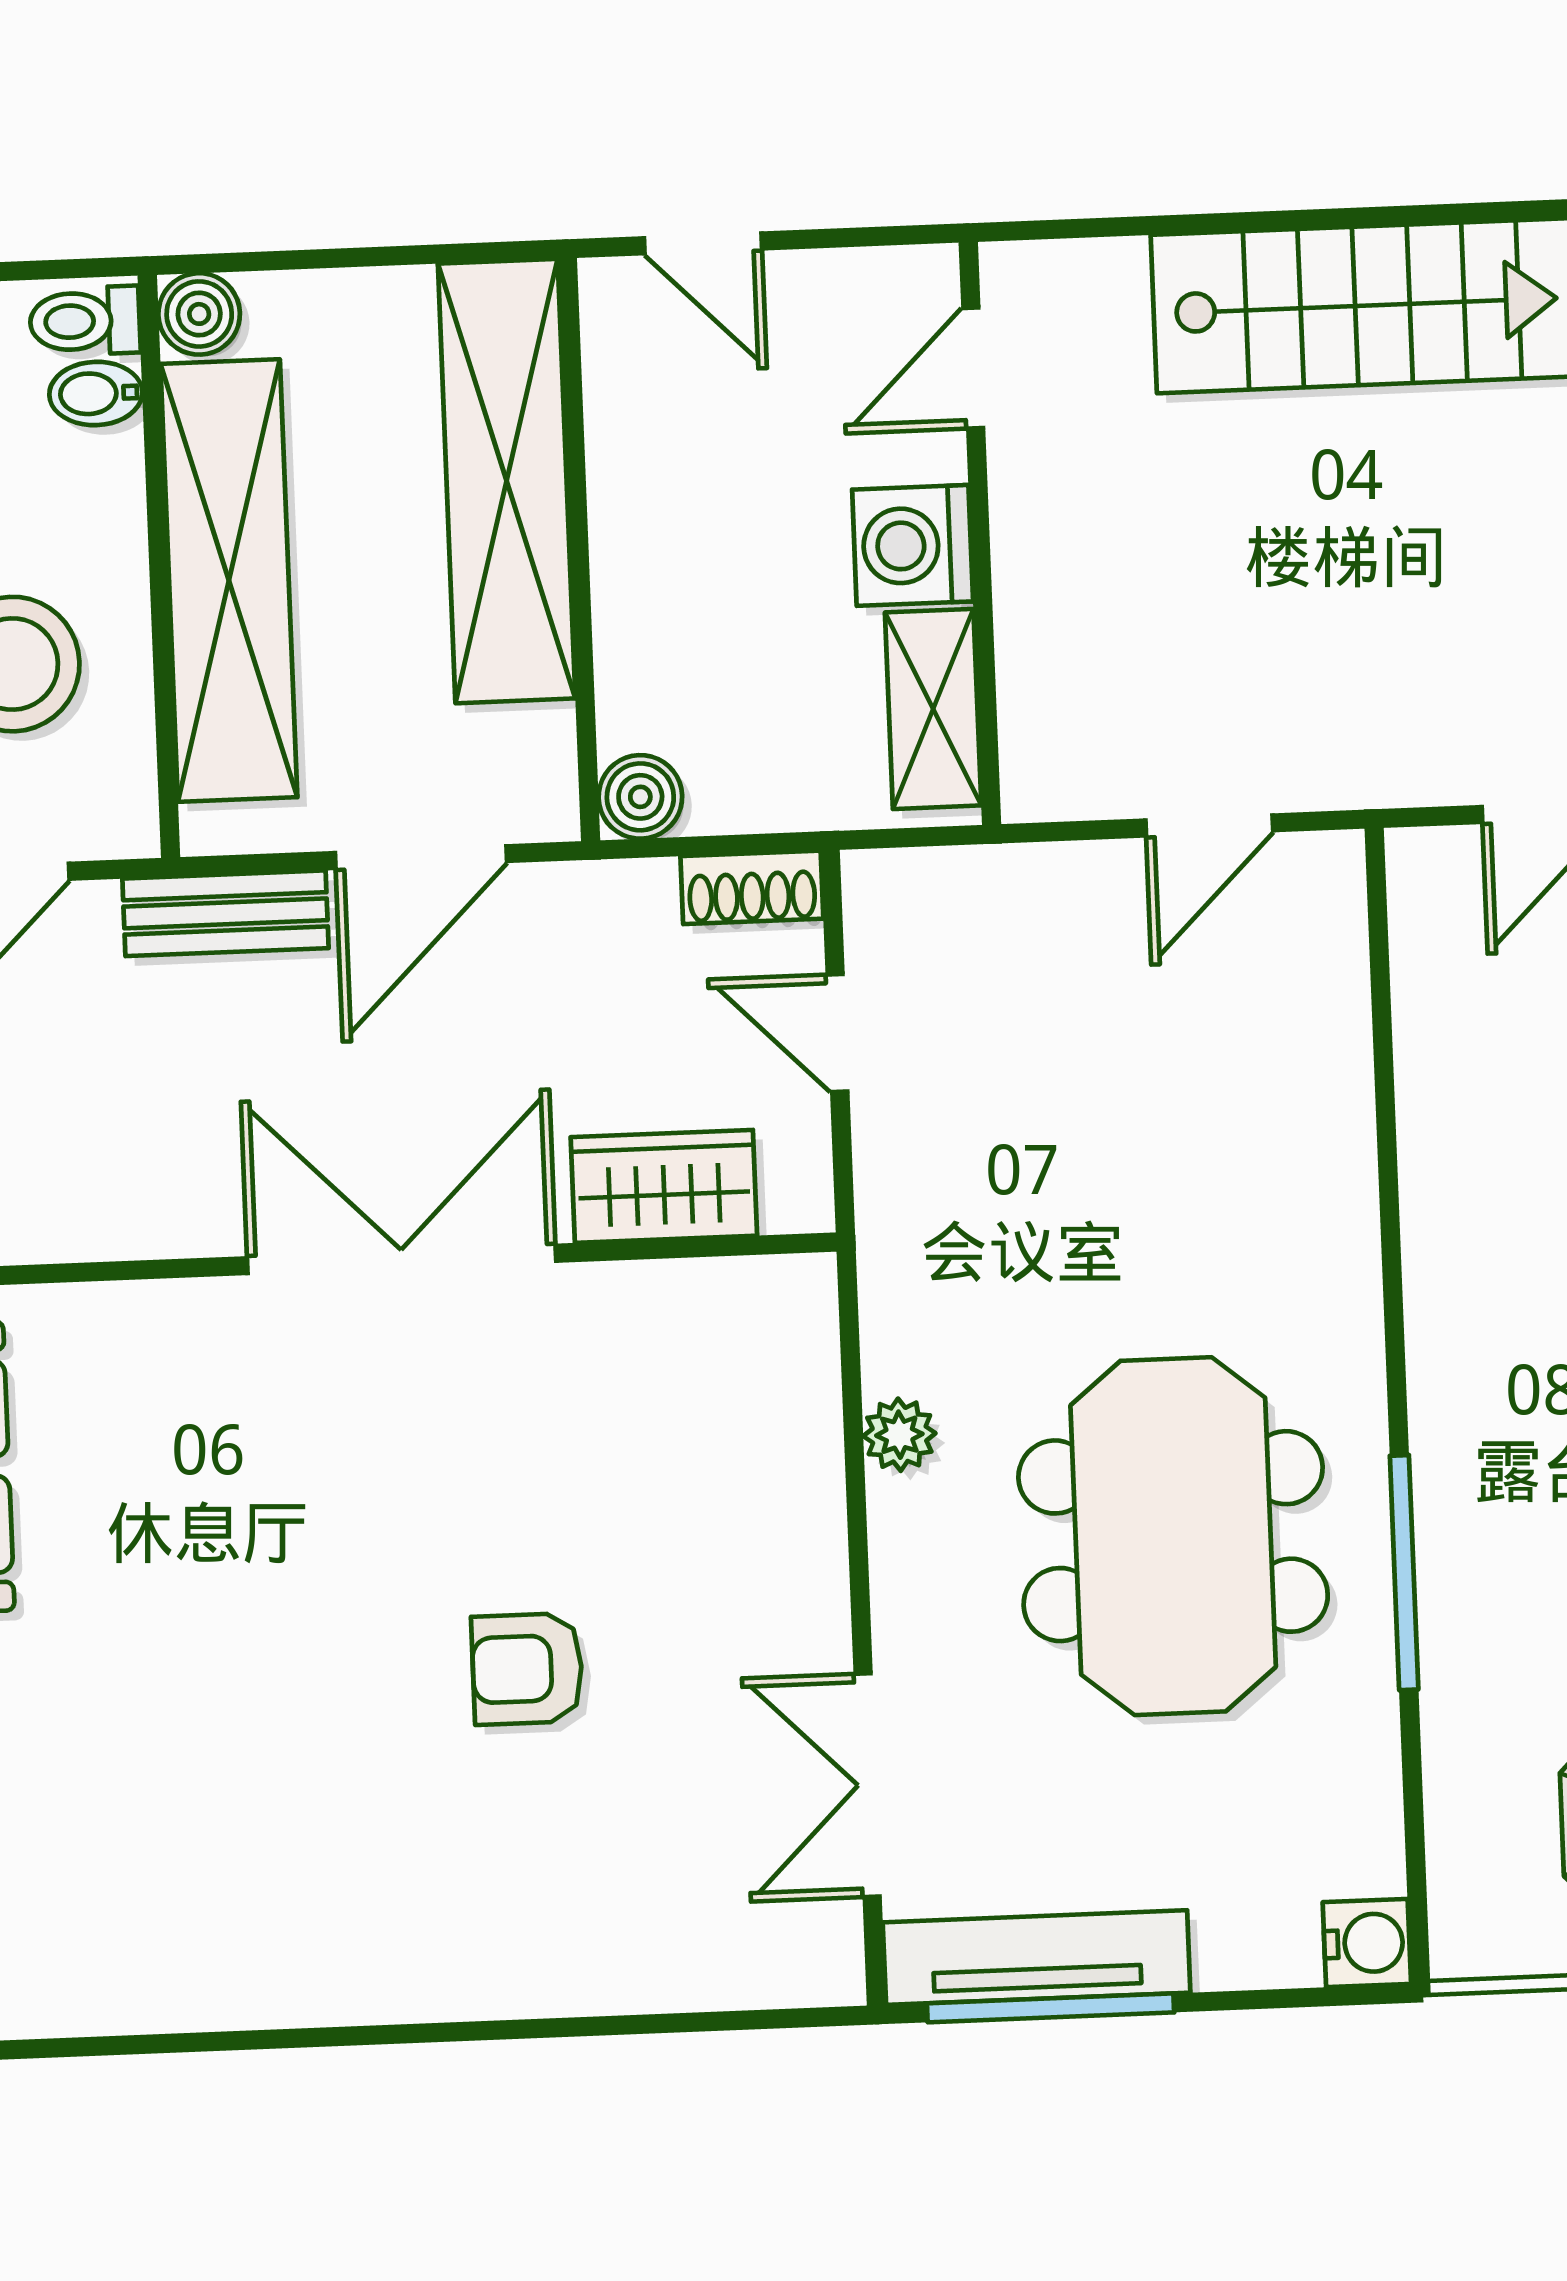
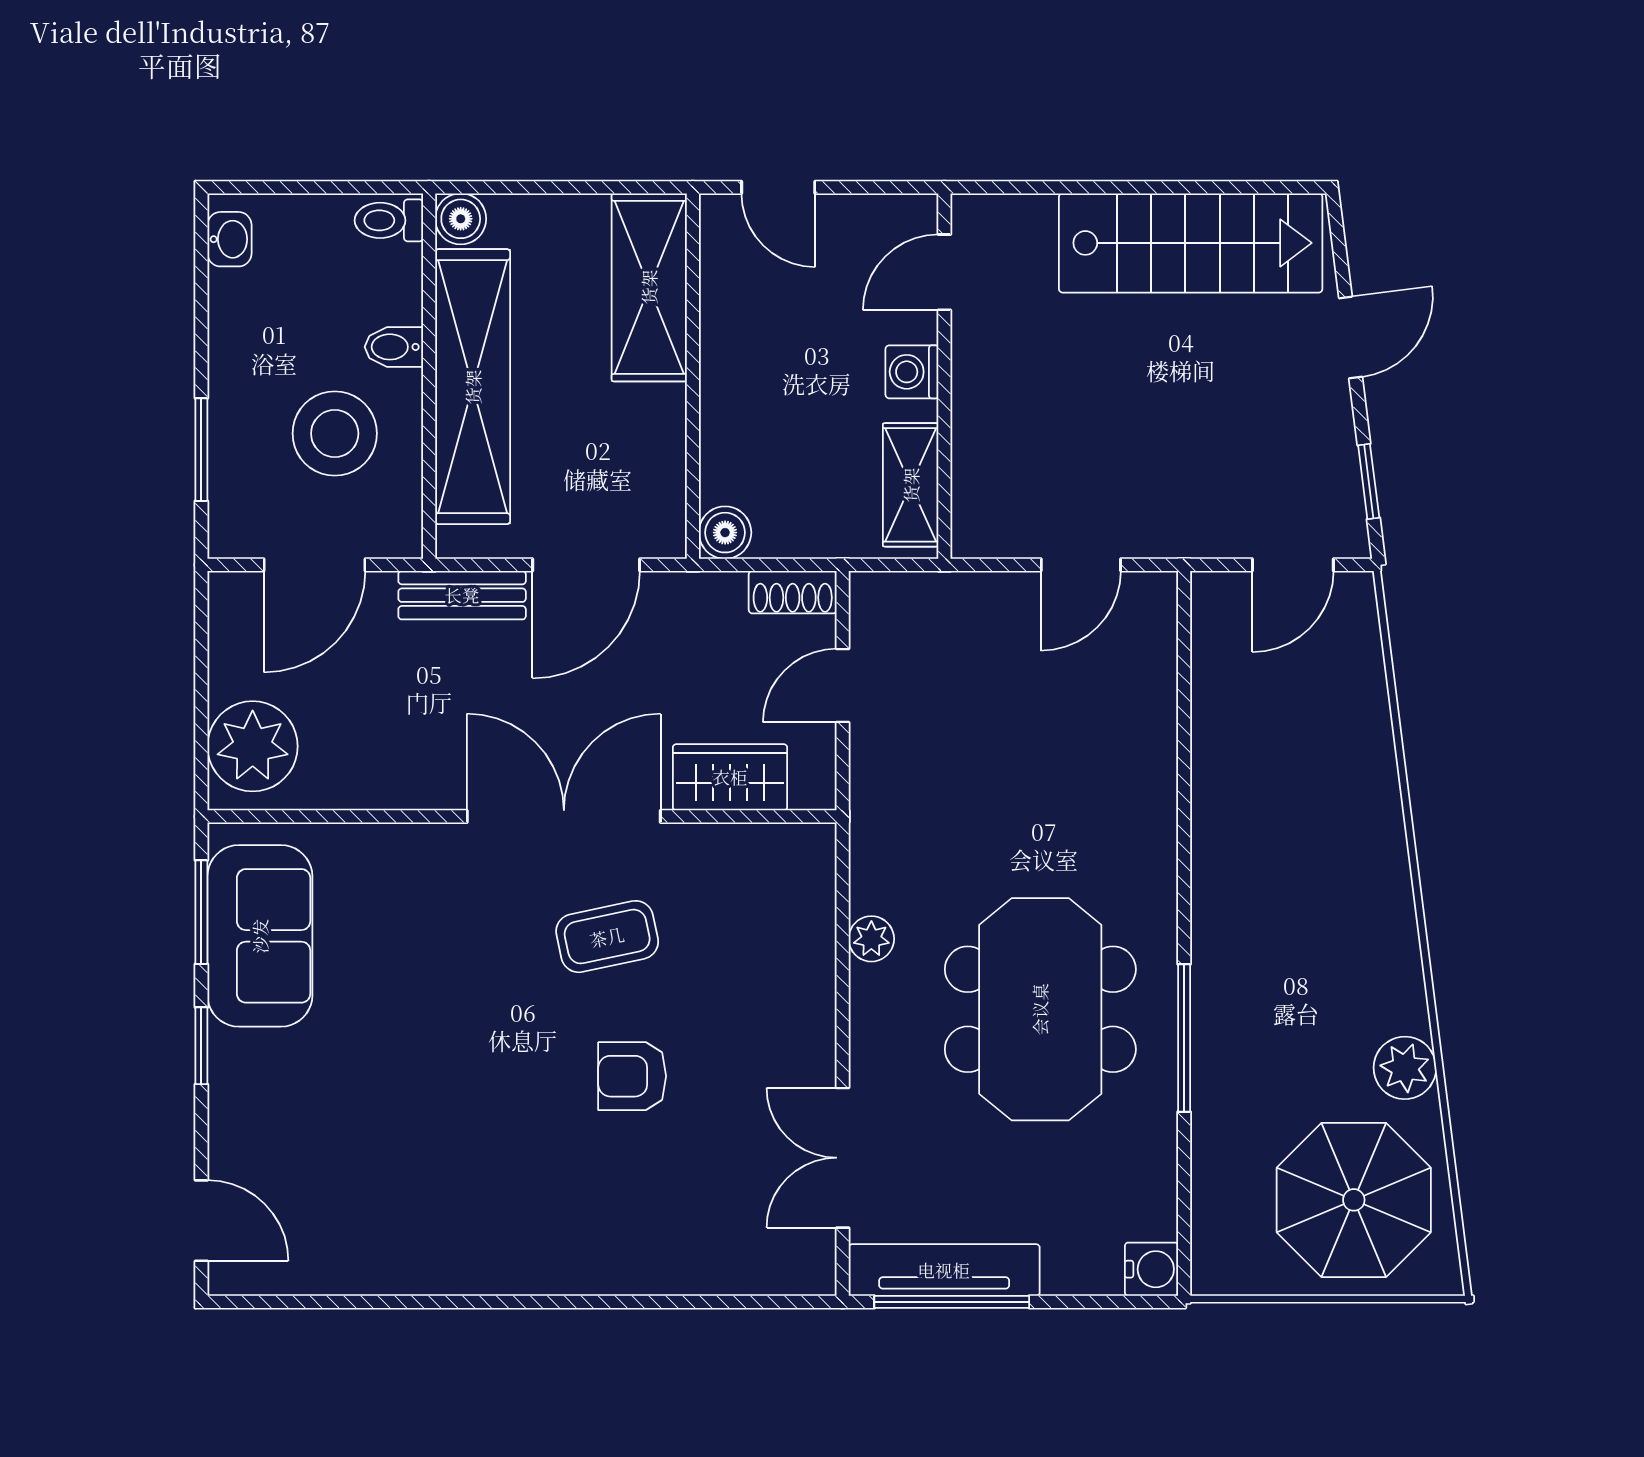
bidet: (96, 393) -> (394, 347), moved
shelving: (507, 481) -> (649, 287), width x0.68
washing machine: (913, 545) -> (912, 372), width x0.73, depth x0.73
door: (837, 1033) -> (843, 686), hinge flipped
coffee table: (478, 1448) -> (607, 937), added

